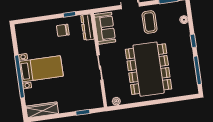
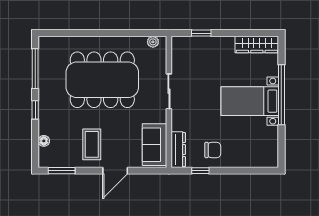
dining table: (149, 69) -> (102, 80), turned 90

